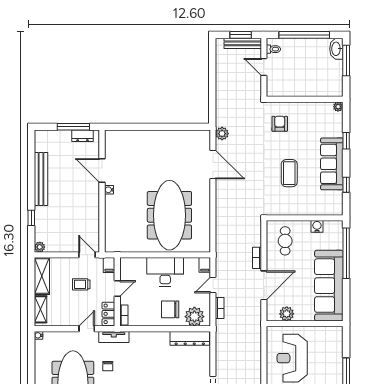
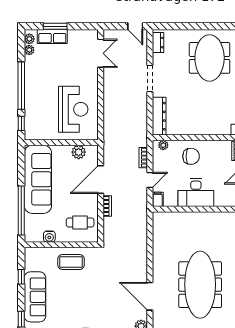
coffee table: (289, 173) -> (71, 262), moved, turned 90
meeting table: (169, 215) -> (200, 285), moved
cafe table: (285, 241) -> (80, 222), turned 90
plant: (194, 317) -> (163, 145), width x0.53, depth x0.53
dresser: (190, 338) -> (159, 116), moved, turned 90
window: (346, 344) -> (21, 123), added

